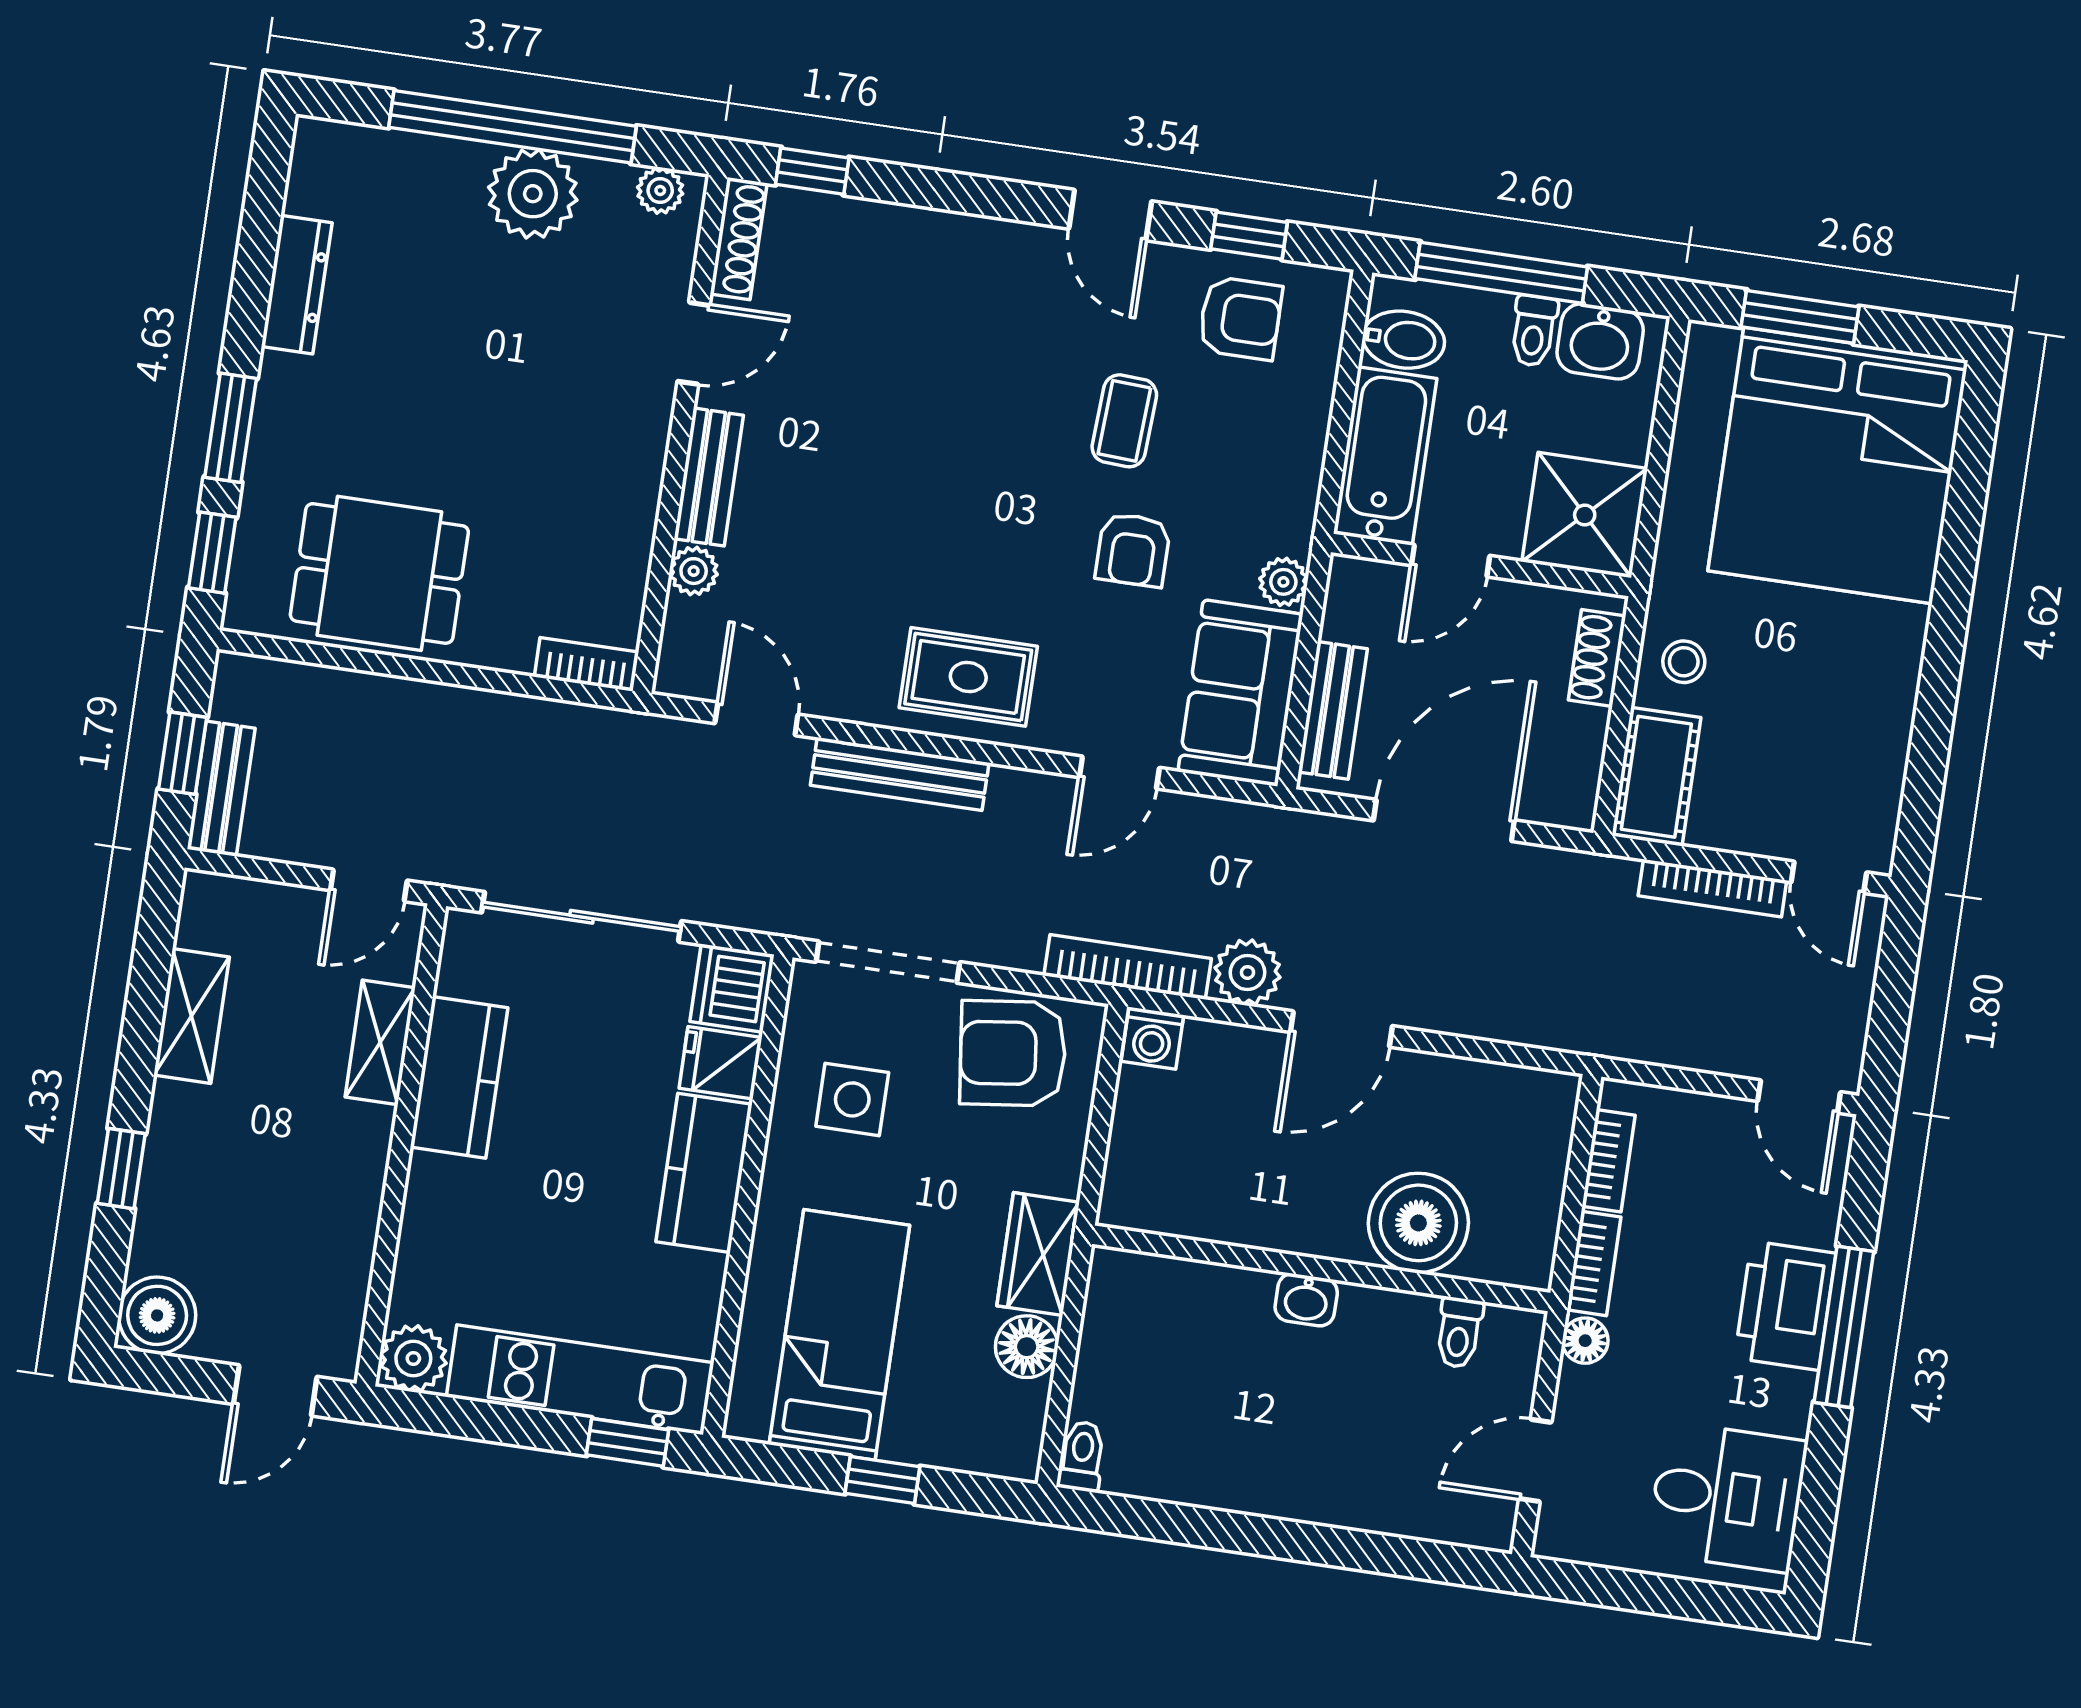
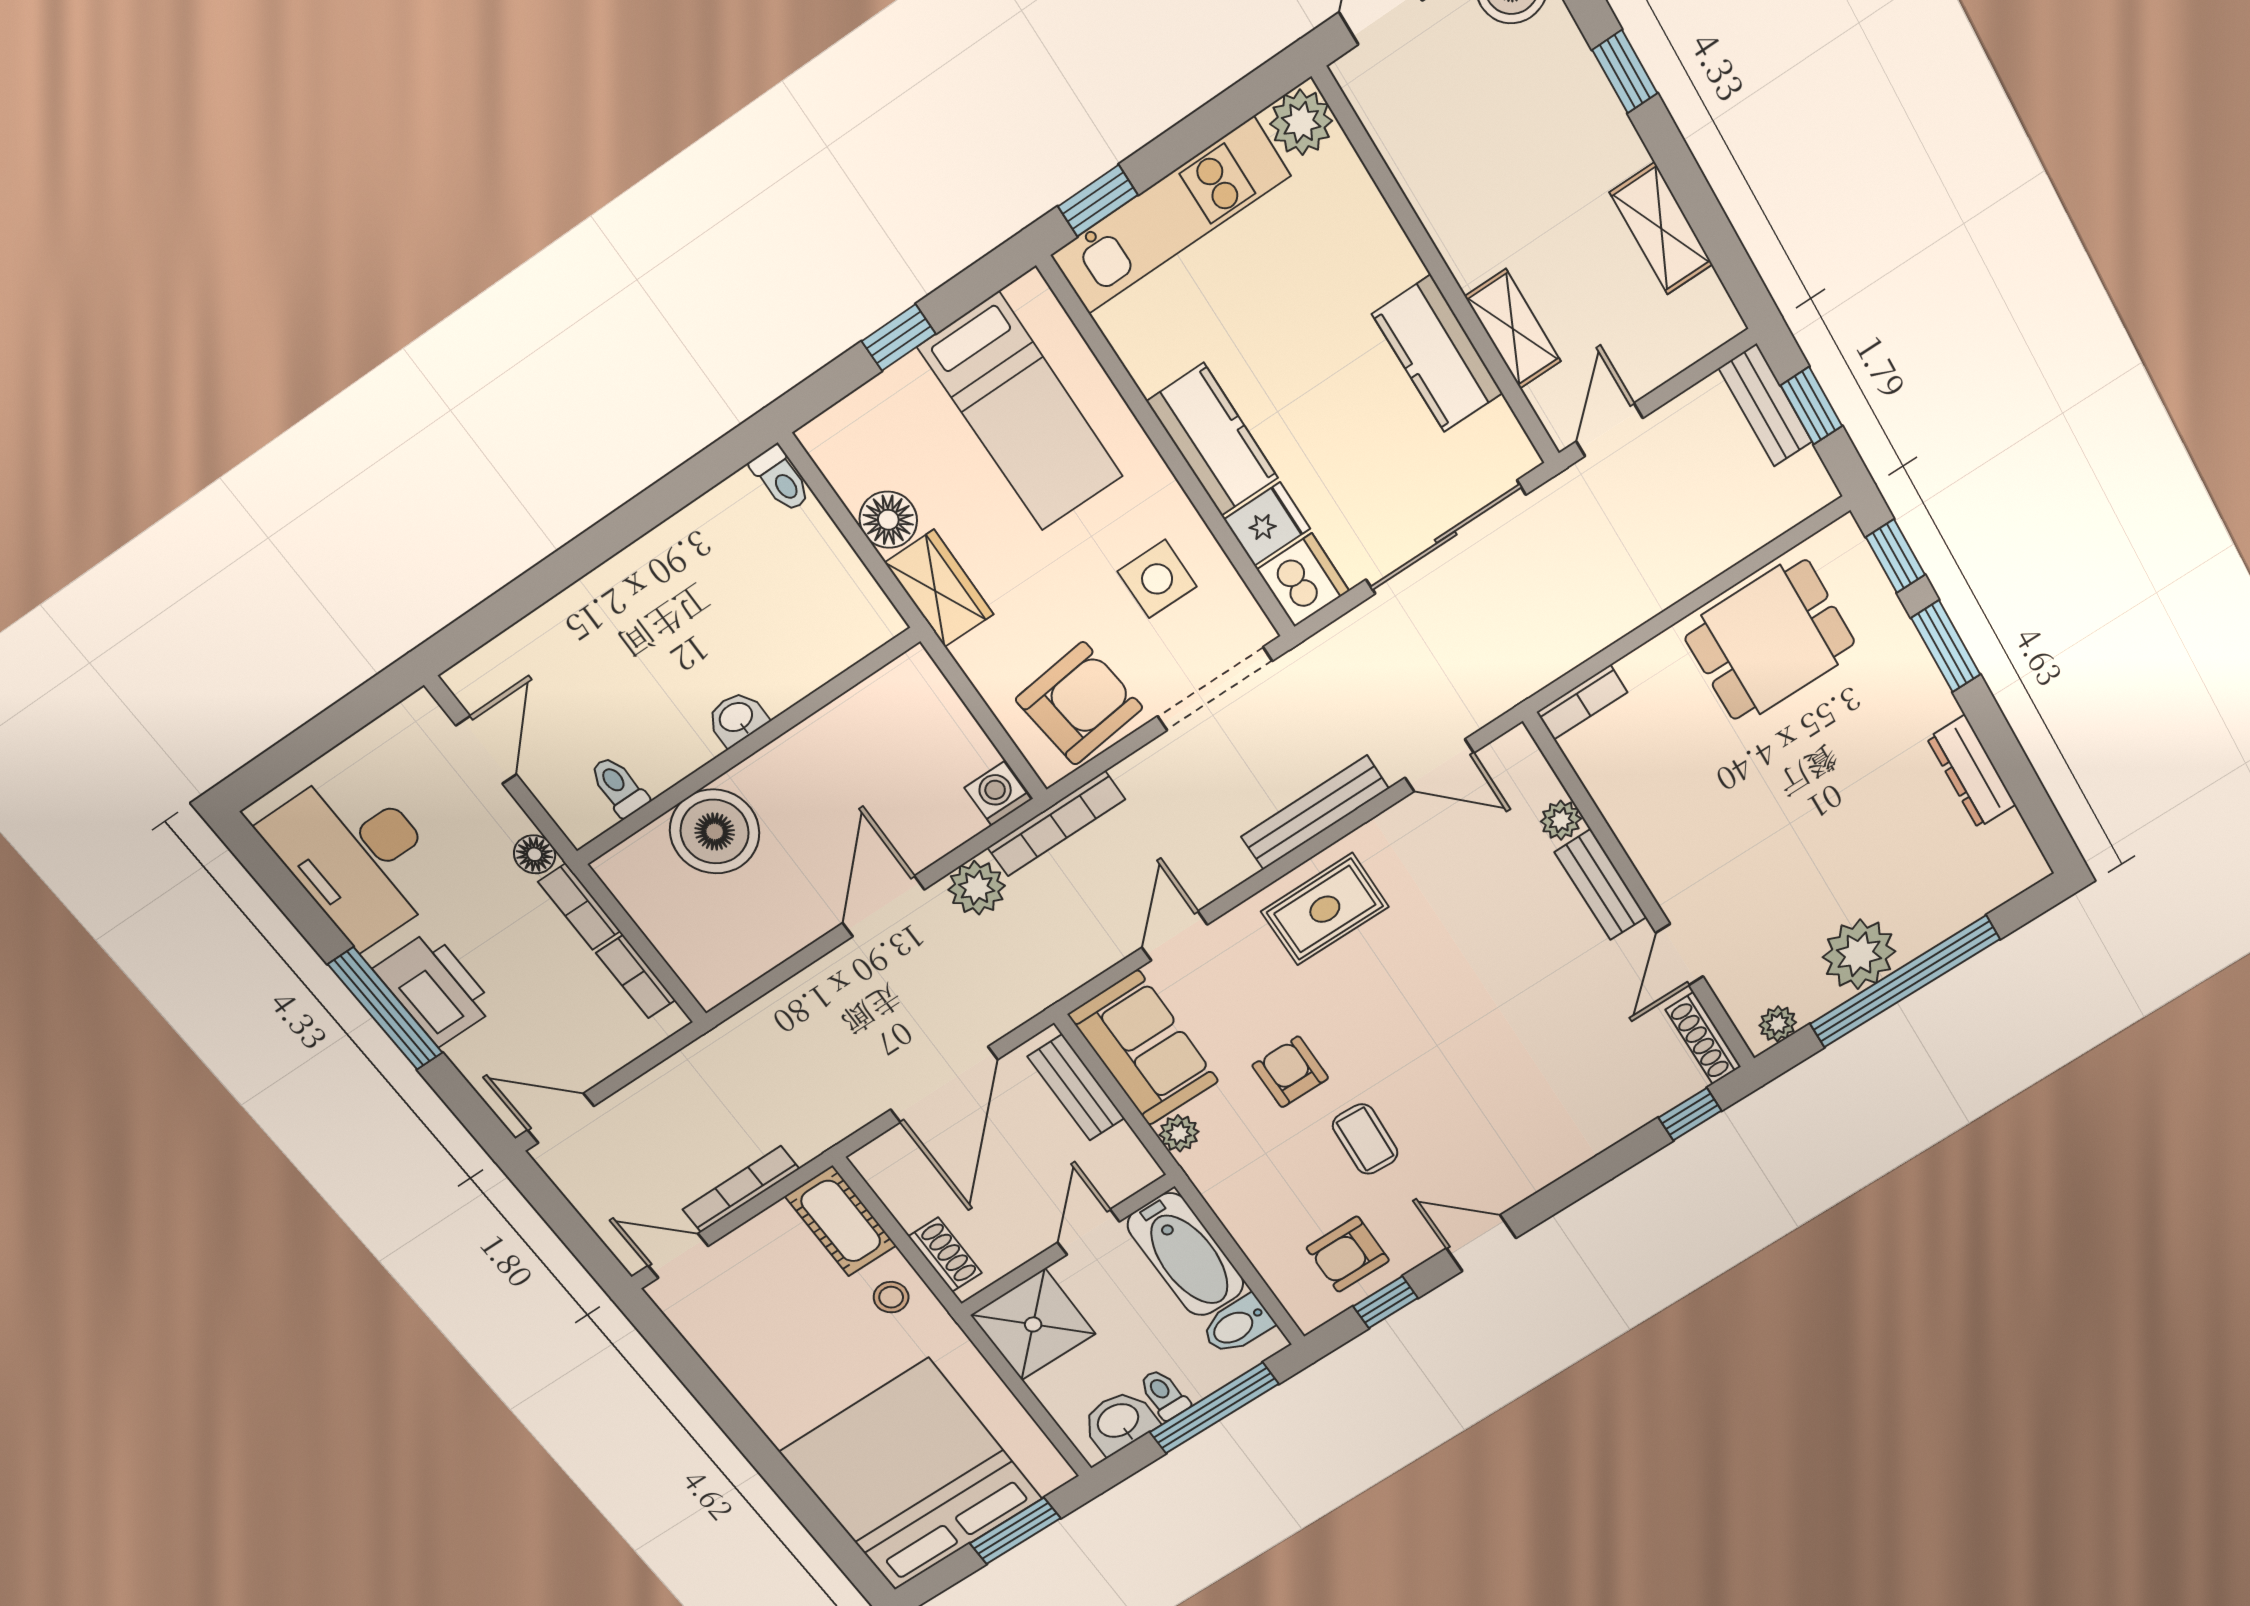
desk: (1727, 1497) -> (357, 856), width x1.37

